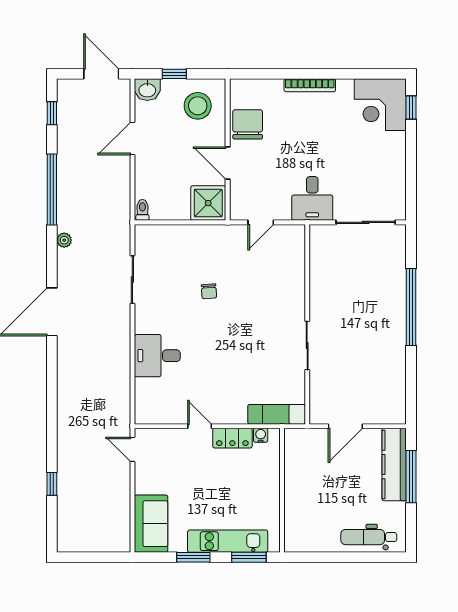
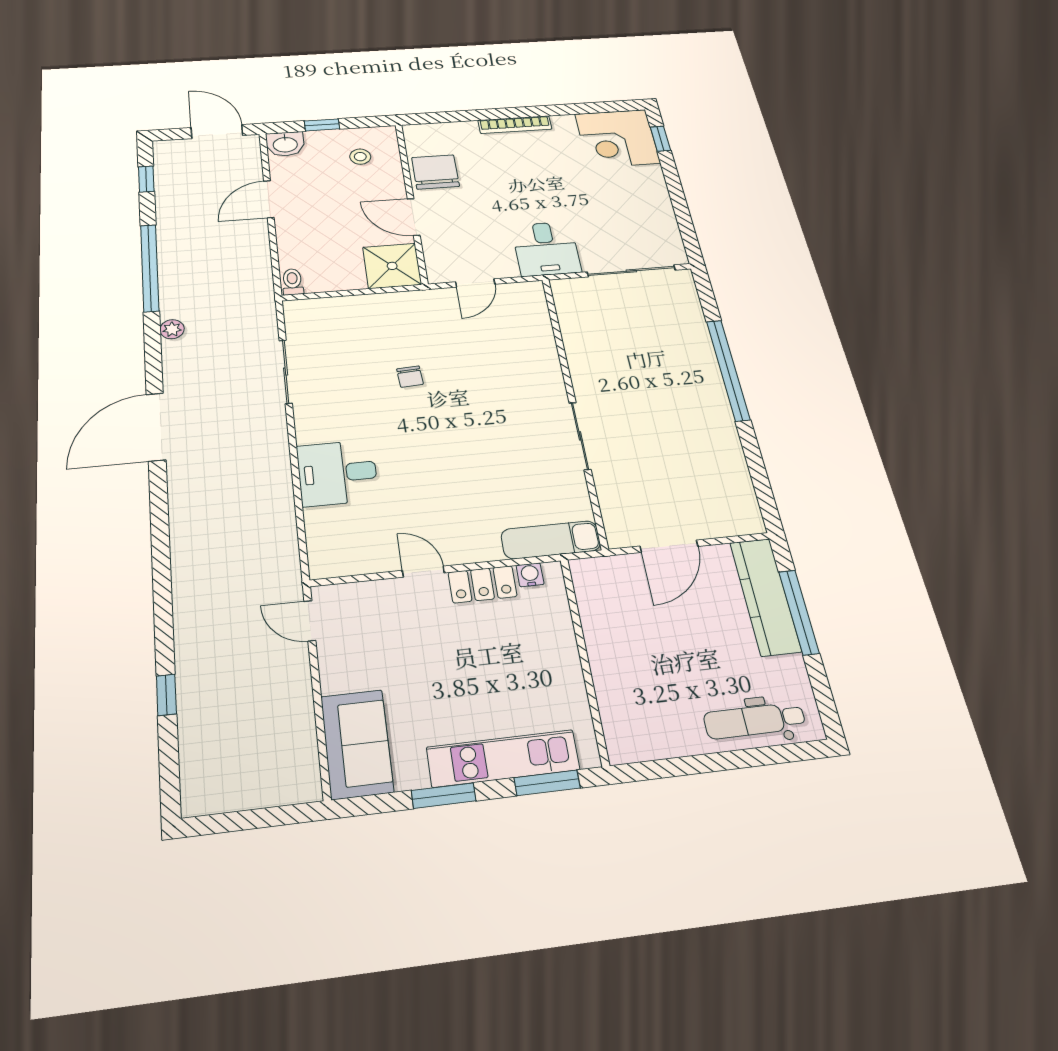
stool: (198, 106) -> (360, 157), width x0.53, depth x0.53

